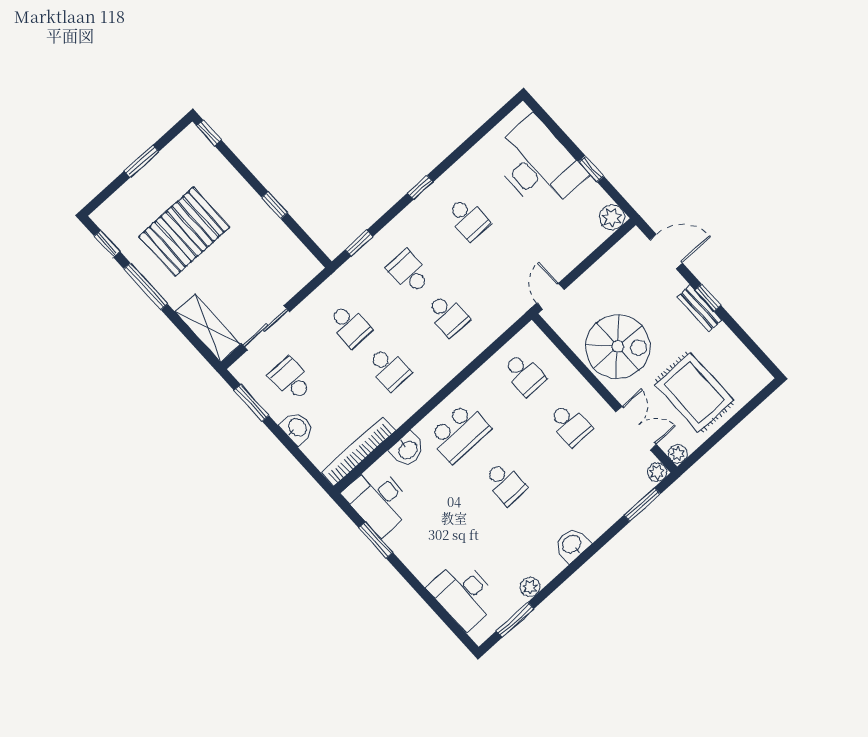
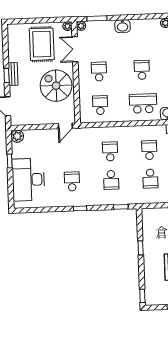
school desk: (350, 326) -> (150, 179), turned 180
washbasin: (572, 545) -> (123, 26), moved

